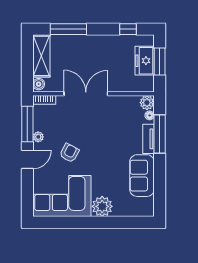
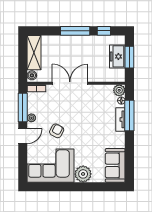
window: (68, 29) -> (75, 31), moved
sofa: (142, 176) -> (115, 165), moved

